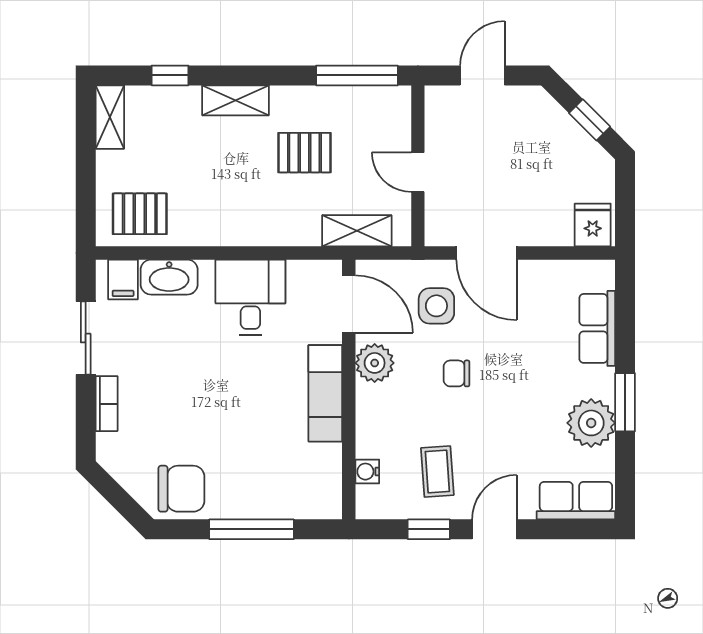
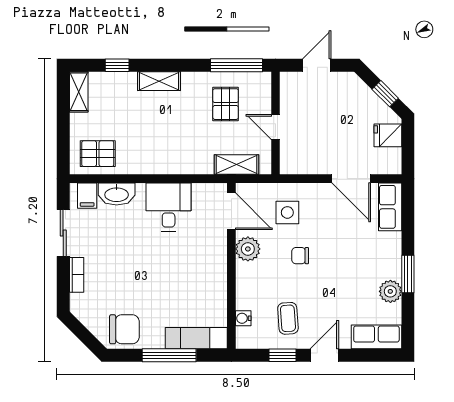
pallet: (304, 153) -> (226, 104), moved, turned 90
fridge: (593, 225) -> (388, 135), moved, turned -90
door: (487, 253) -> (351, 179), moved
row of seats: (597, 328) -> (390, 207), moved
exam couch: (325, 393) -> (196, 338), moved, turned 90
plant: (591, 423) -> (390, 291), width x0.73, depth x0.73

